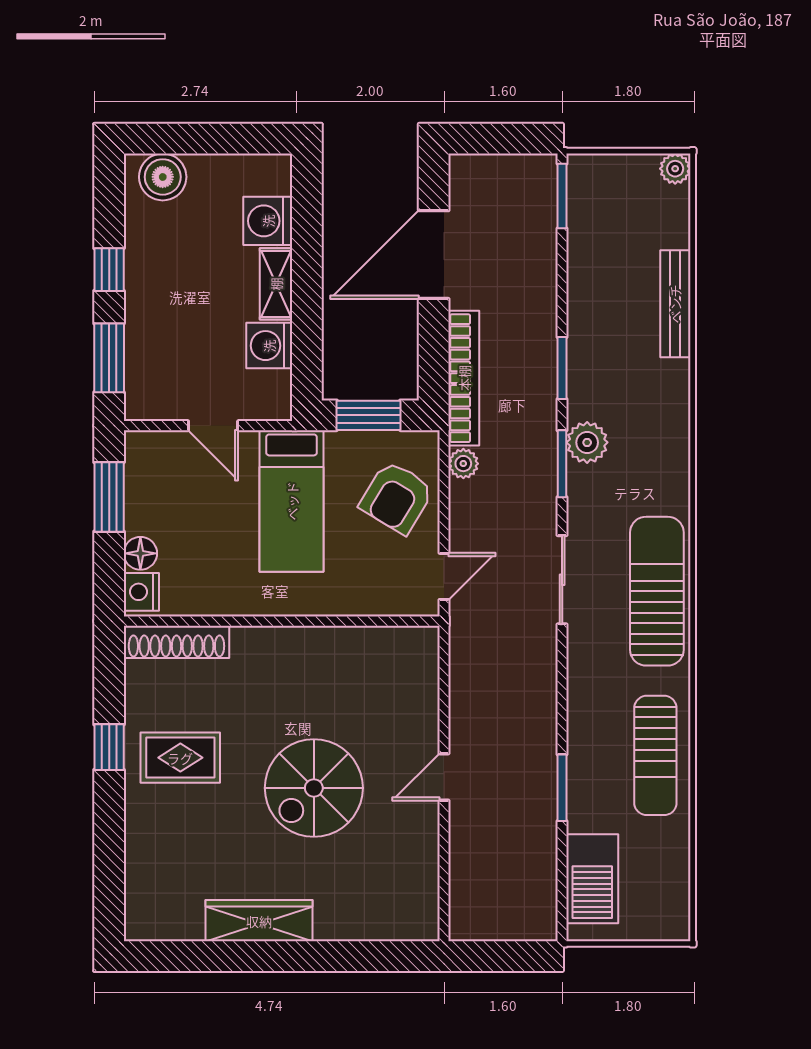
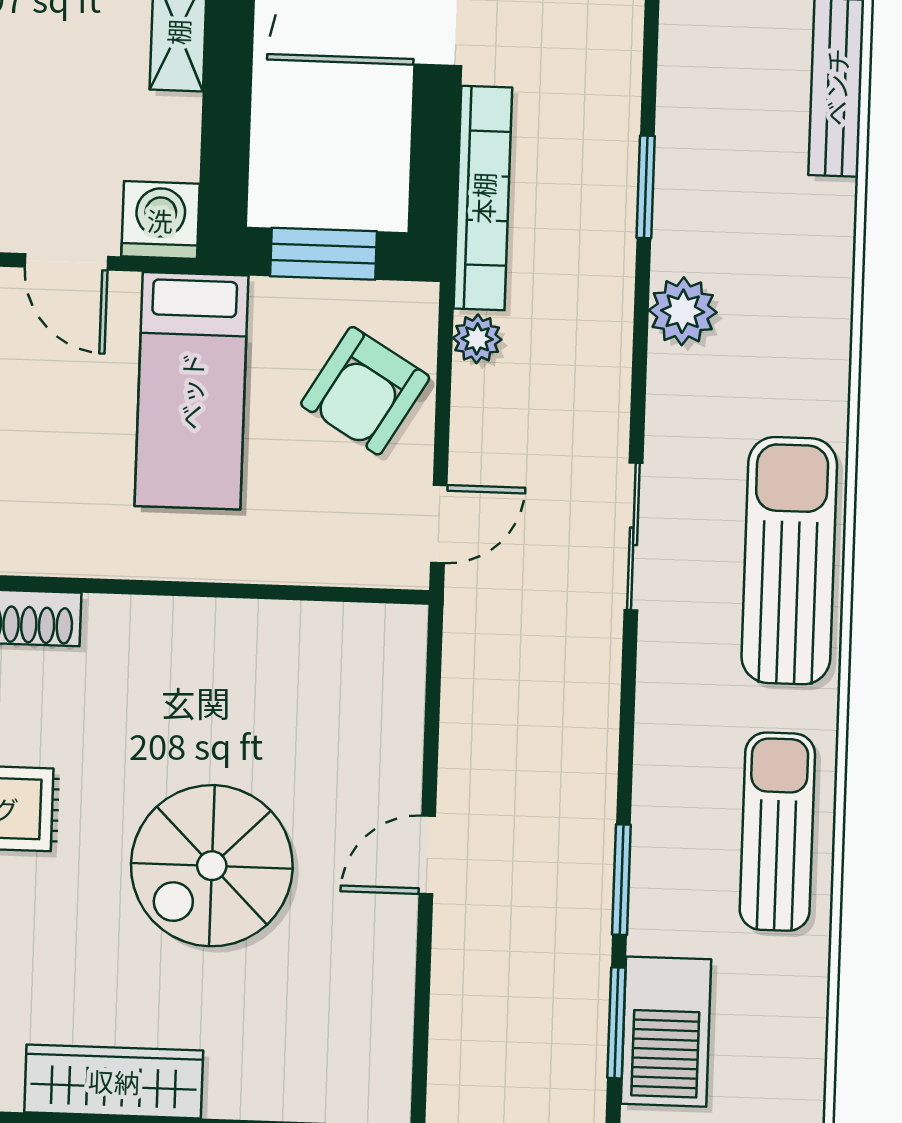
washing machine: (269, 346) -> (160, 220), moved, turned 90
window: (562, 464) -> (616, 1023), moved
sun lounger: (655, 755) -> (777, 832), turned 180

